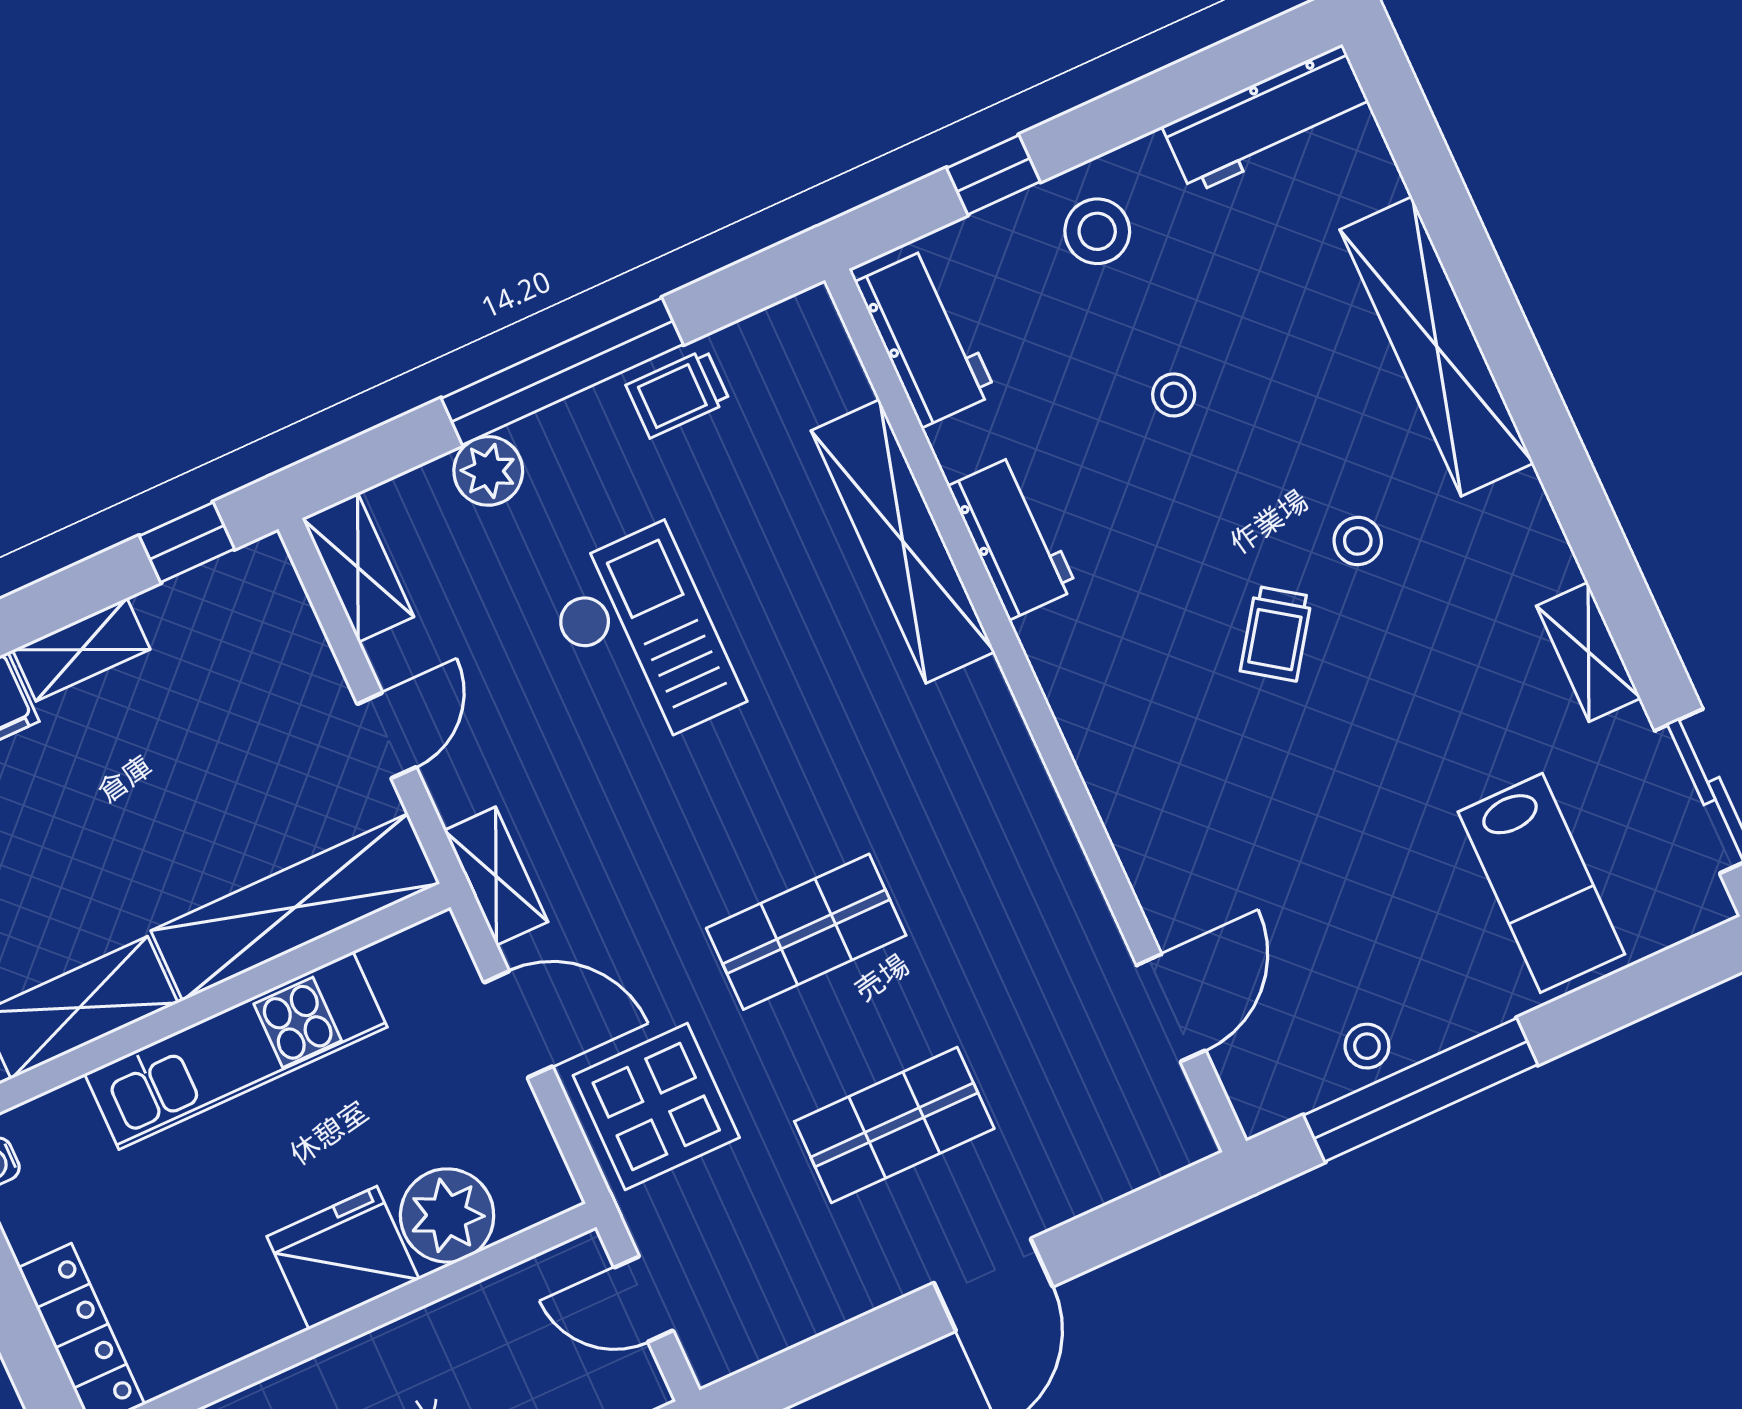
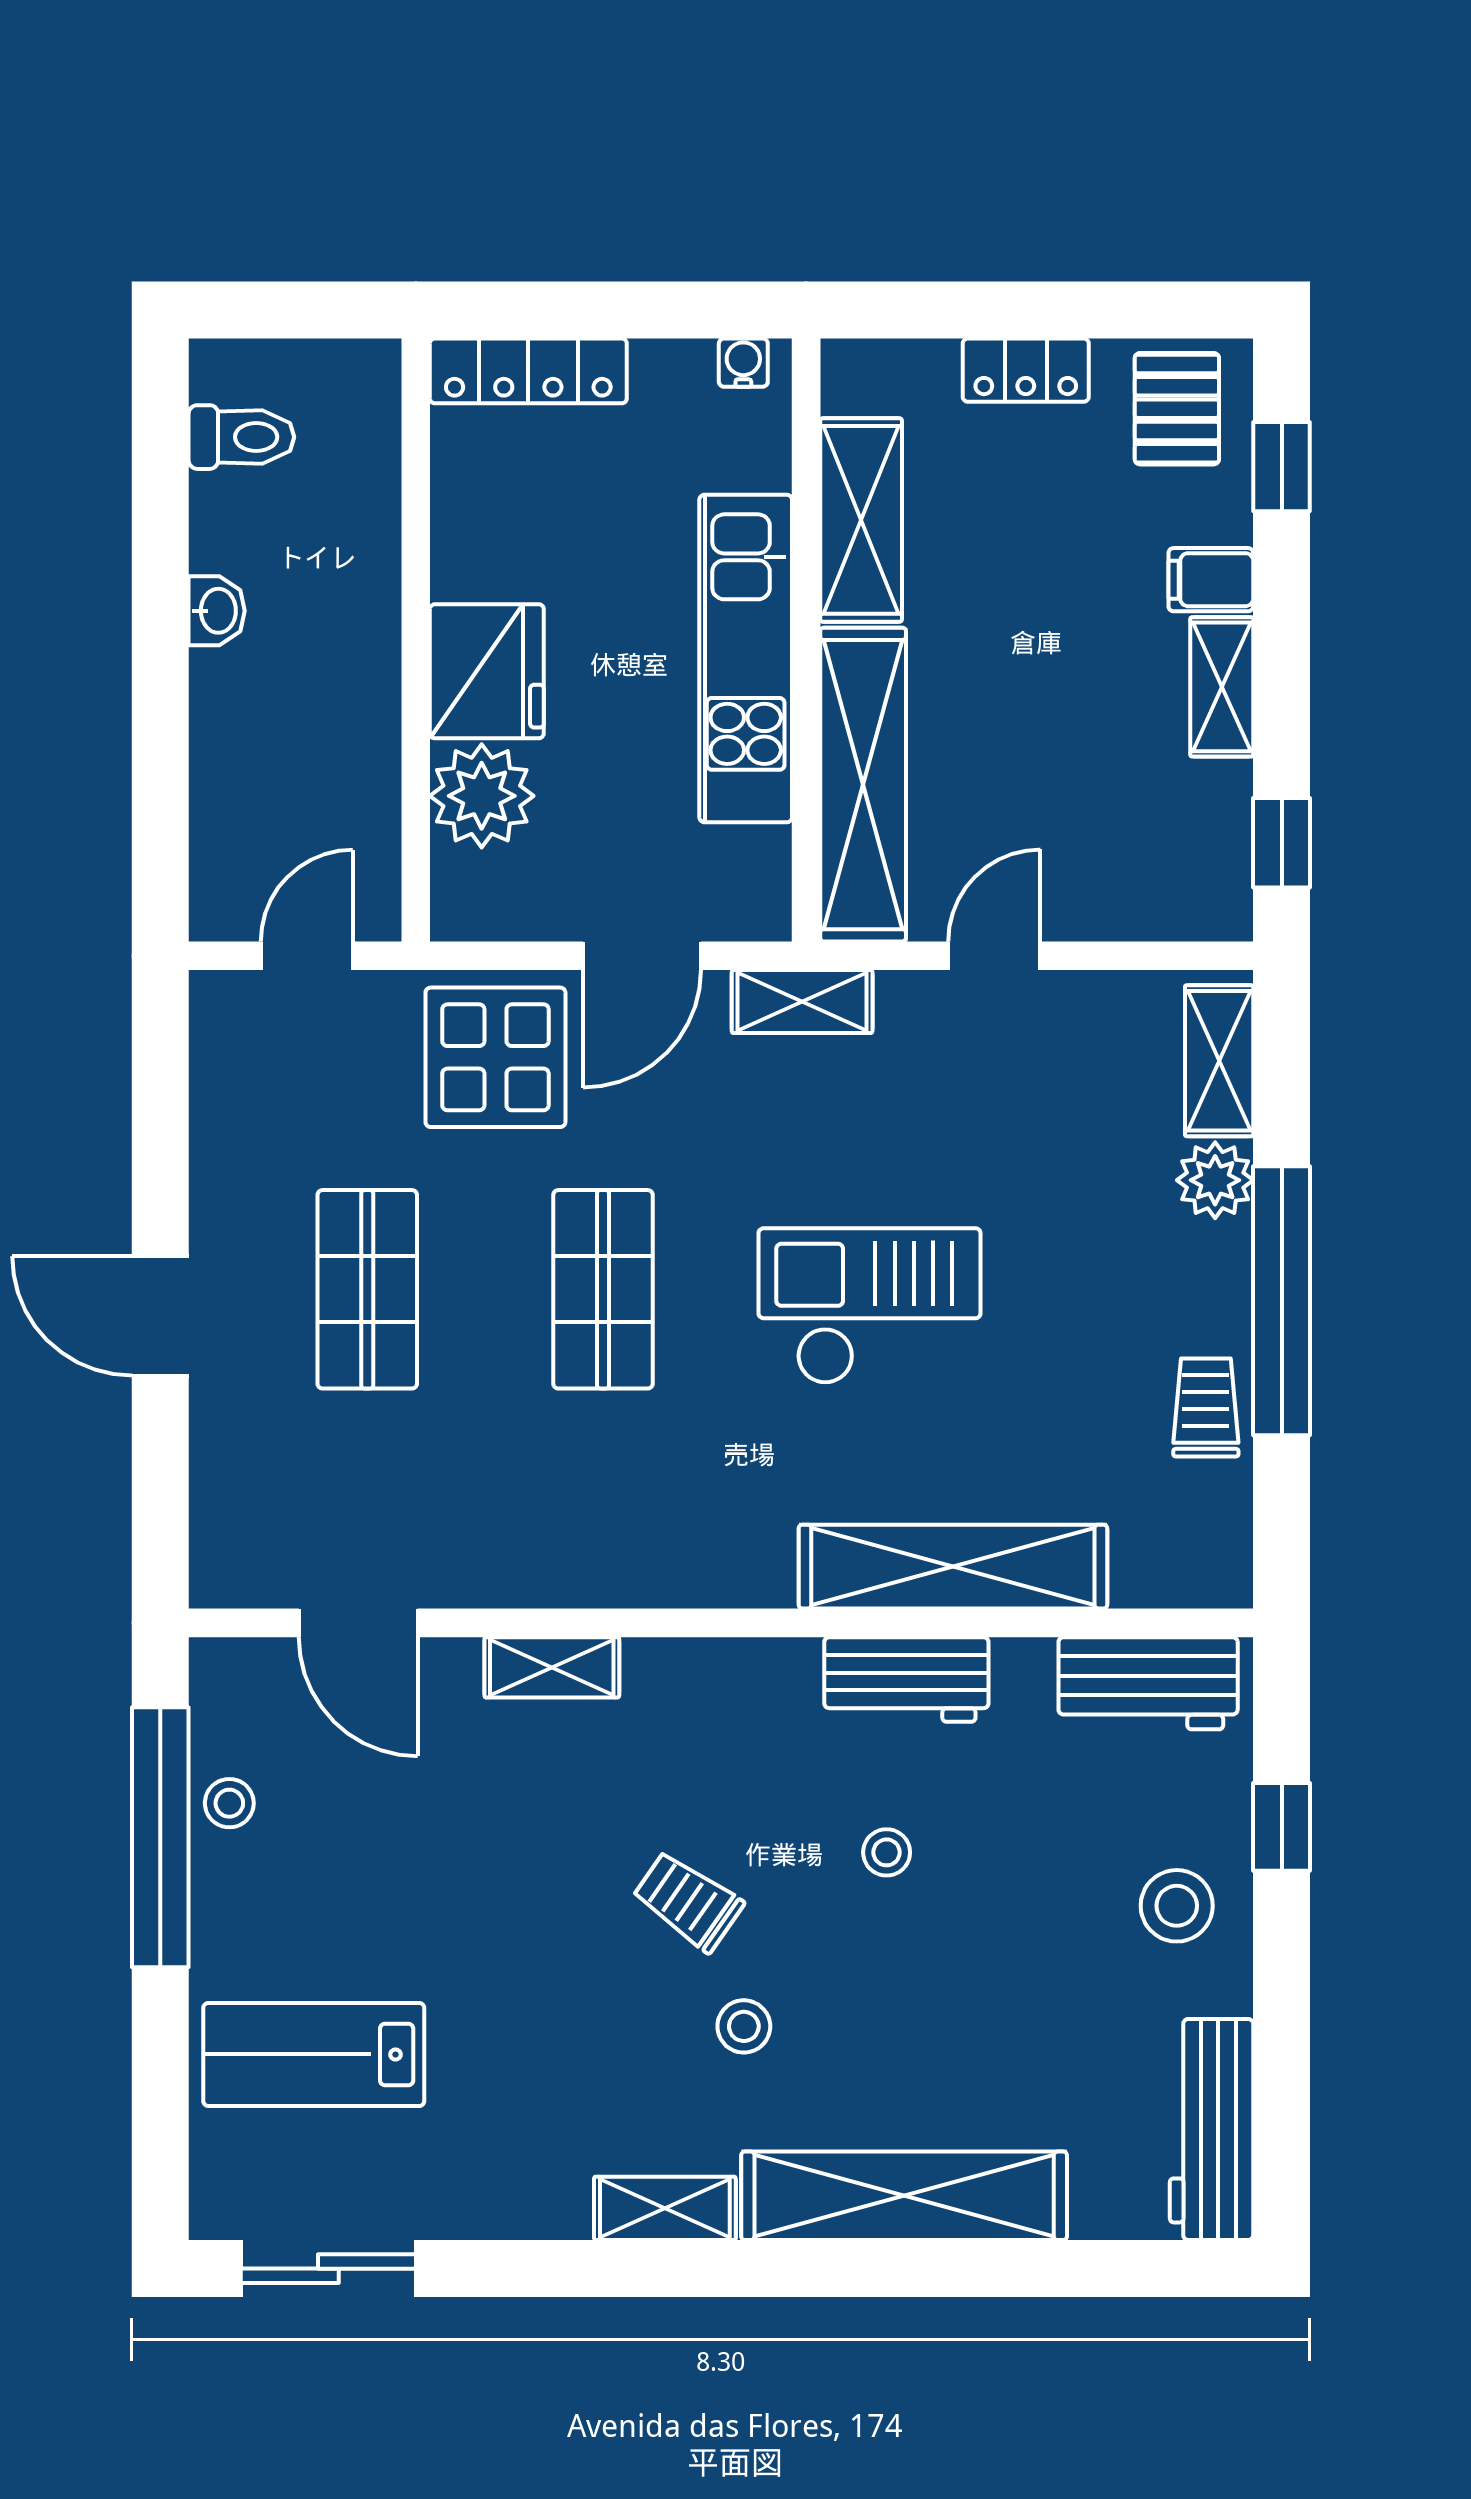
stool: (1174, 395) -> (887, 1852), moved
shelving: (358, 567) -> (1219, 1061), moved, turned 90
checkout: (642, 640) -> (870, 1306), moved, turned 180
shelving: (1589, 652) -> (665, 2208), moved
door: (387, 736) -> (994, 956), swing flipped
shelving: (1135, 833) -> (552, 1667), added

